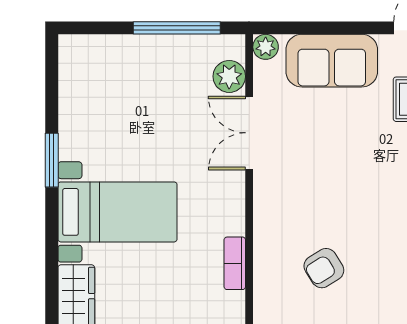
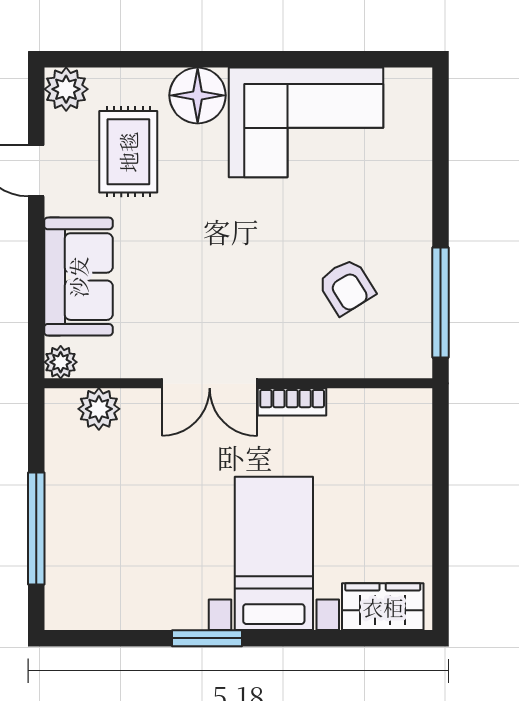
window: (177, 28) -> (36, 528), moved
double door: (249, 133) -> (210, 383), moved
bookcase: (235, 263) -> (292, 402), moved

